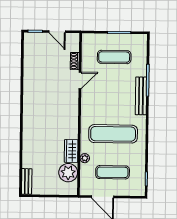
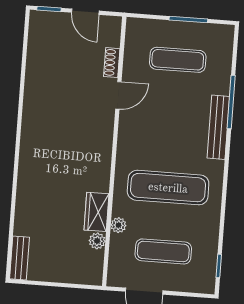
plant: (68, 173) -> (97, 241), width x0.53, depth x0.53

